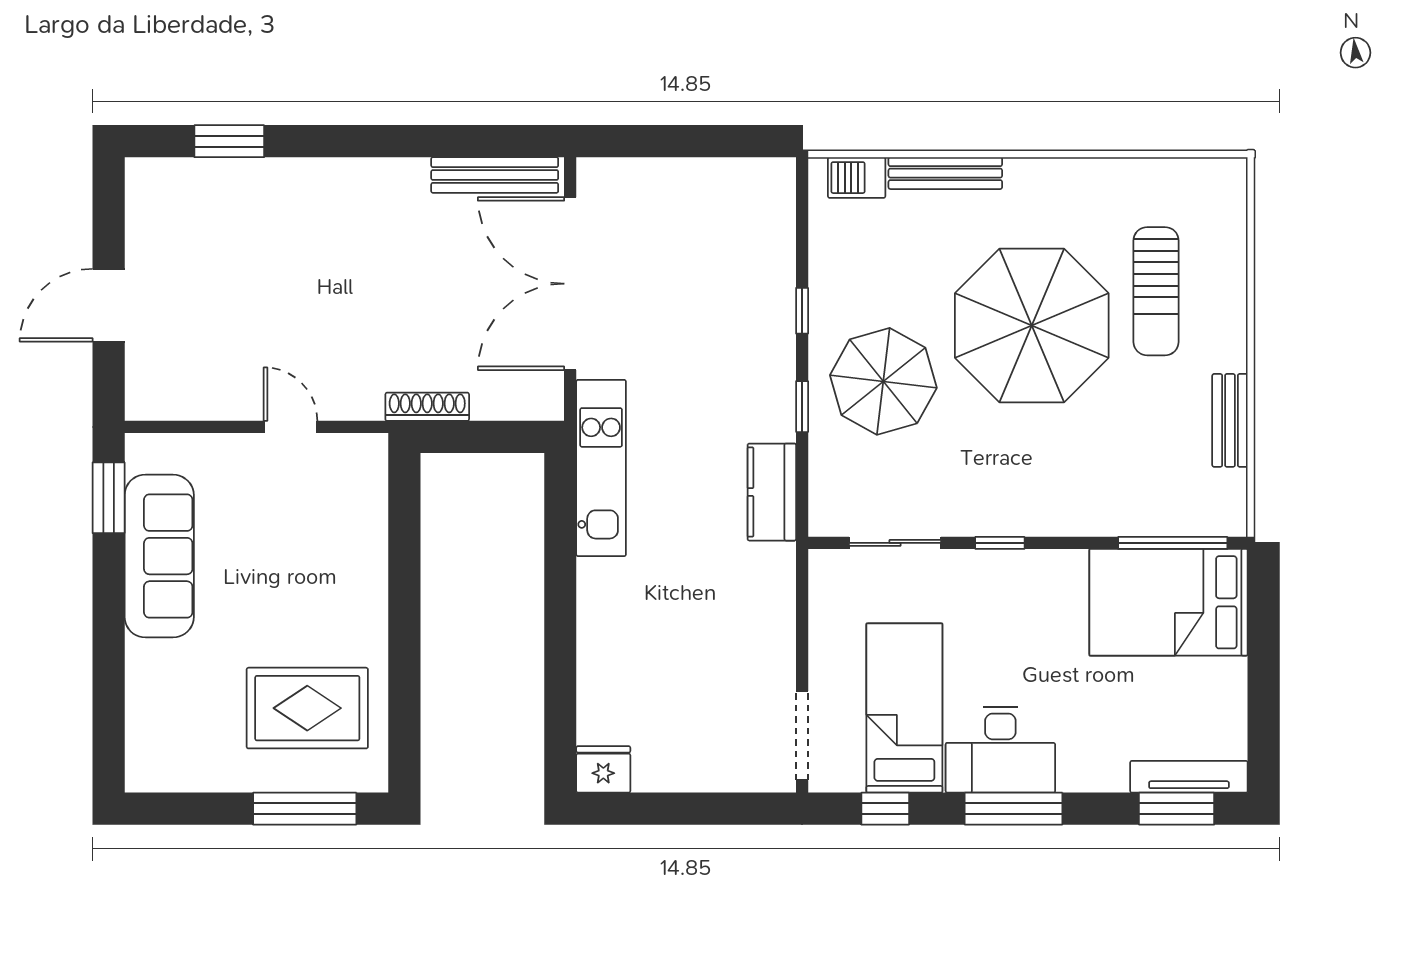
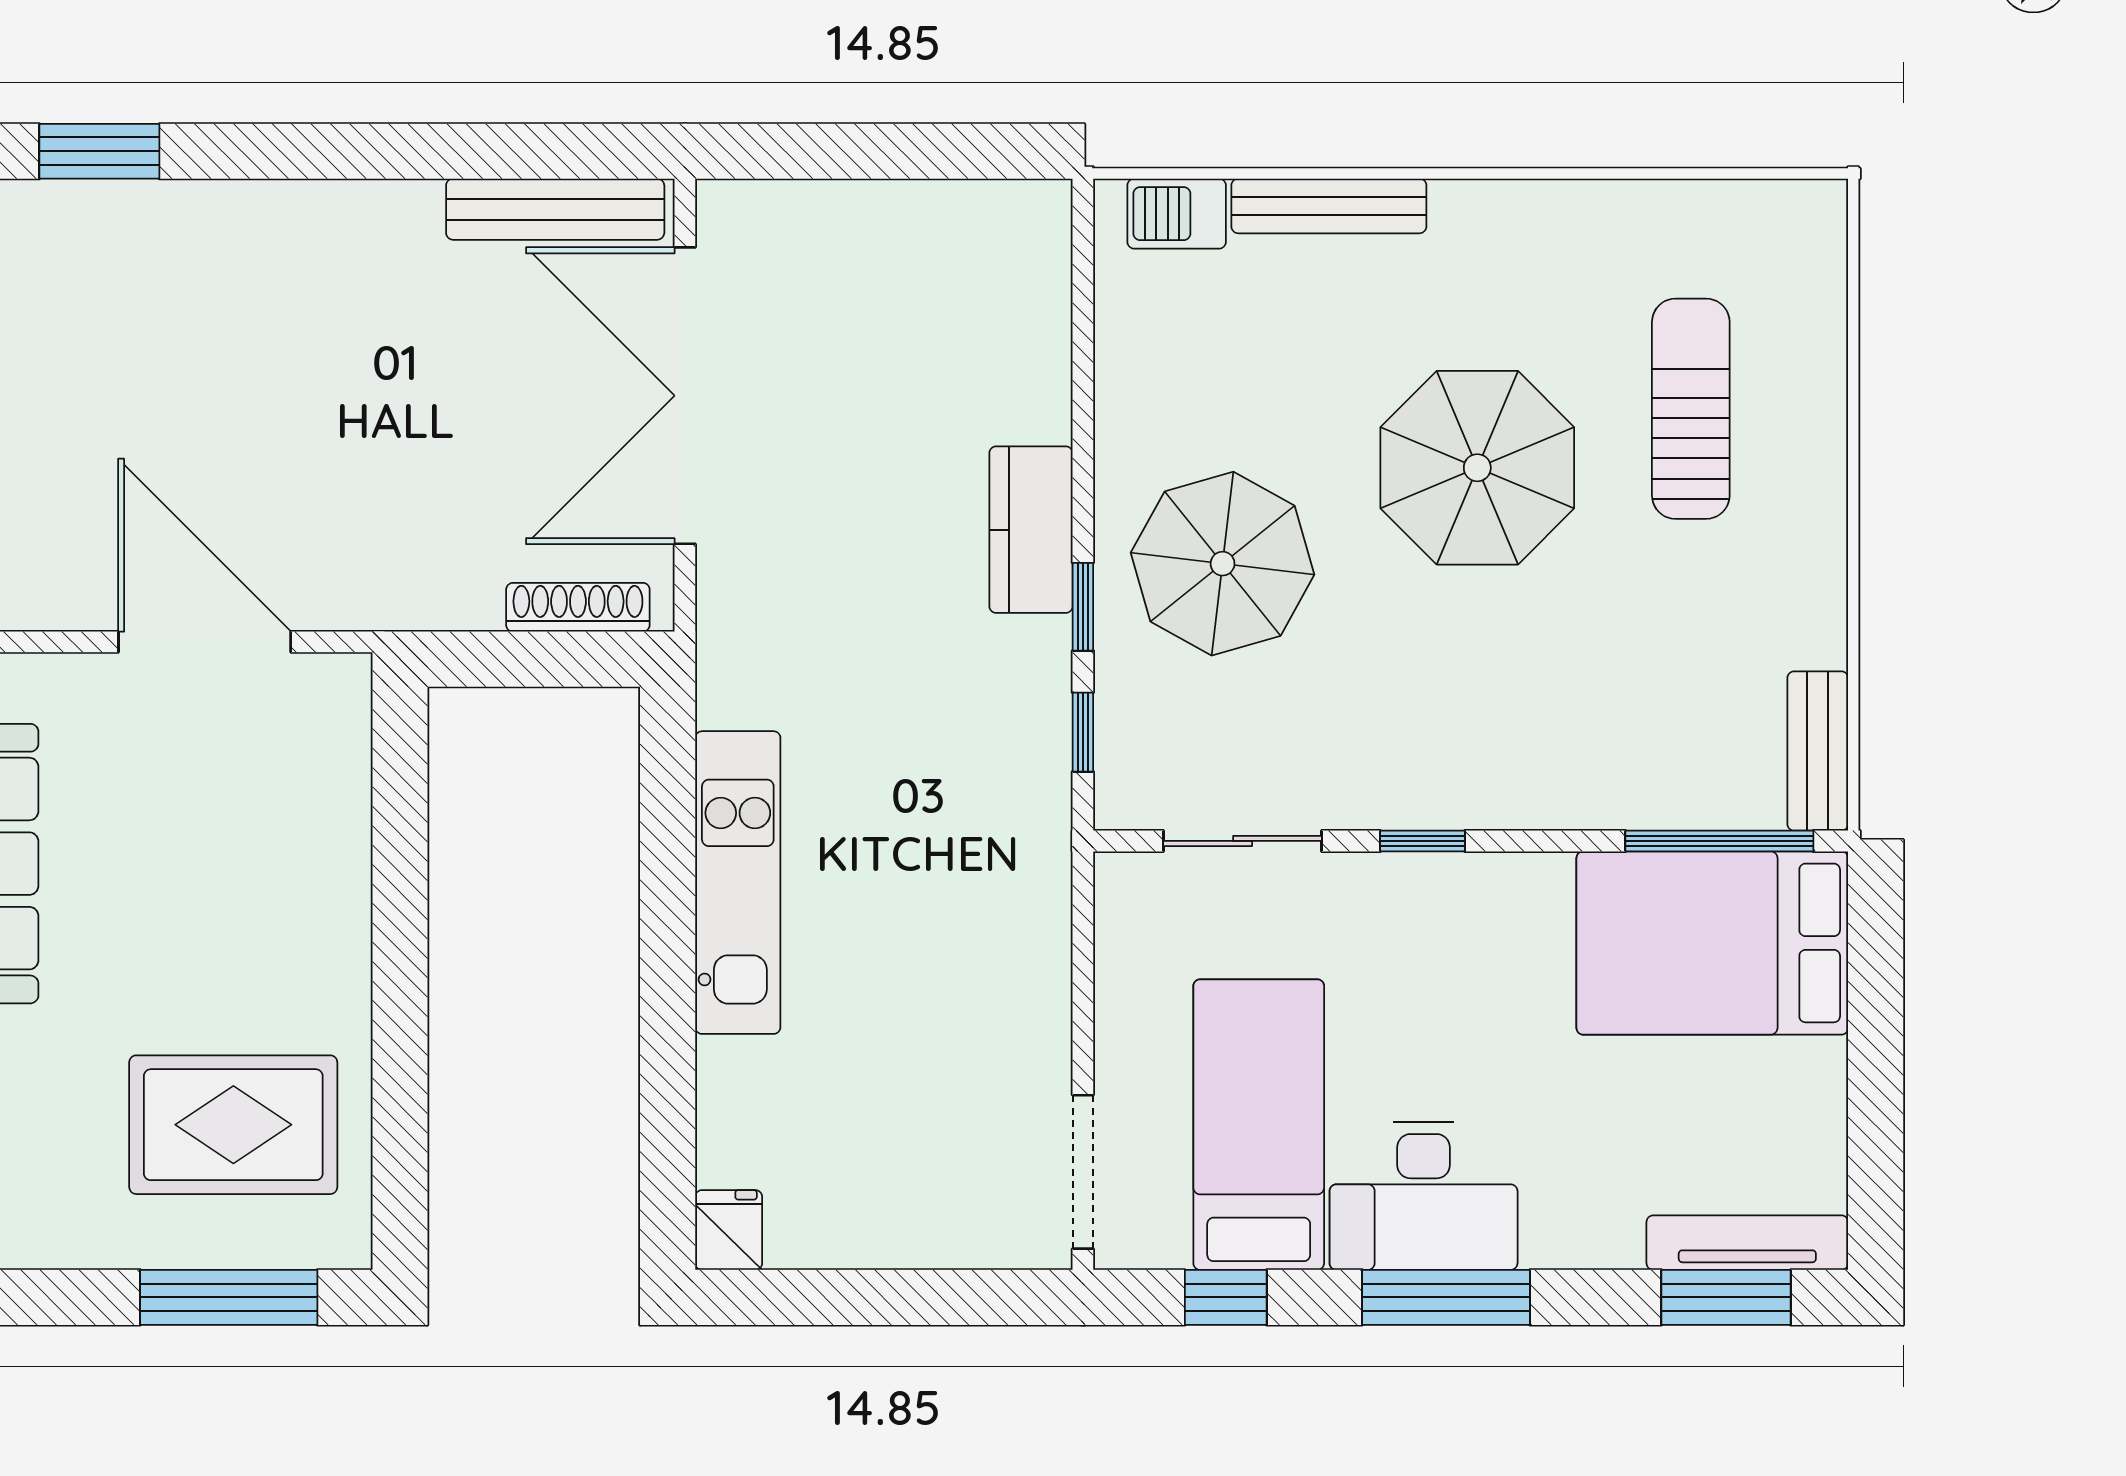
sun lounger: (1156, 291) -> (1691, 409), turned 180
window: (802, 311) -> (1083, 732), moved
parasol: (1032, 326) -> (1477, 468), width x0.73, depth x0.73
shoe rack: (427, 407) -> (578, 607), moved
bench: (1230, 420) -> (1818, 751), moved
door: (291, 427) -> (205, 642), width x1.88
kitchen unit: (601, 468) -> (738, 883), moved
kitchen counter: (772, 492) -> (1031, 530), moved
fridge: (603, 769) -> (729, 1230), width x0.72

